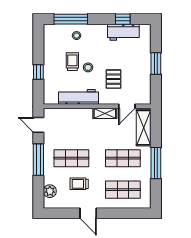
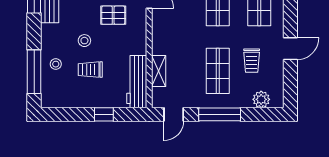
stool: (88, 67) -> (84, 41), moved
workbench: (79, 97) -> (137, 82), moved
shelving: (105, 113) -> (159, 71), moved

